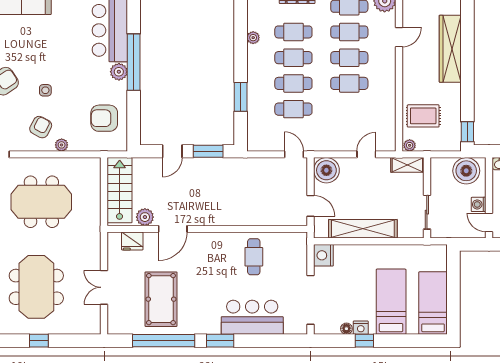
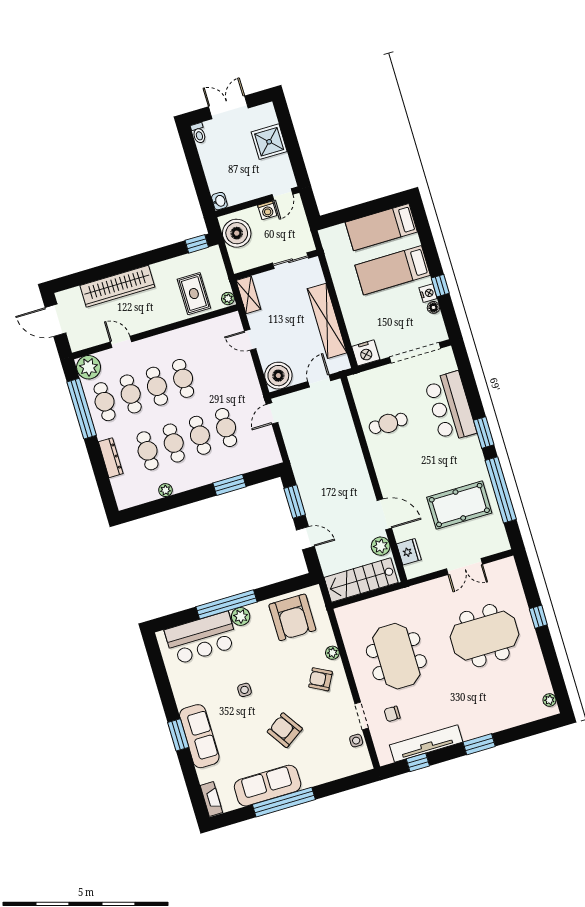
side table: (45, 90) -> (244, 690), moved
armchair: (104, 118) -> (292, 617), width x1.36, depth x1.36

